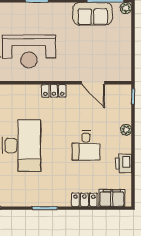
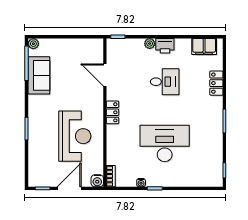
door: (93, 83) -> (105, 75), swing flipped
printer: (124, 164) -> (165, 46), moved
filing cabinet: (112, 198) -> (204, 46), moved, turned -90

